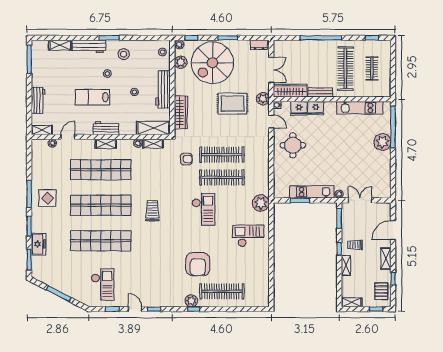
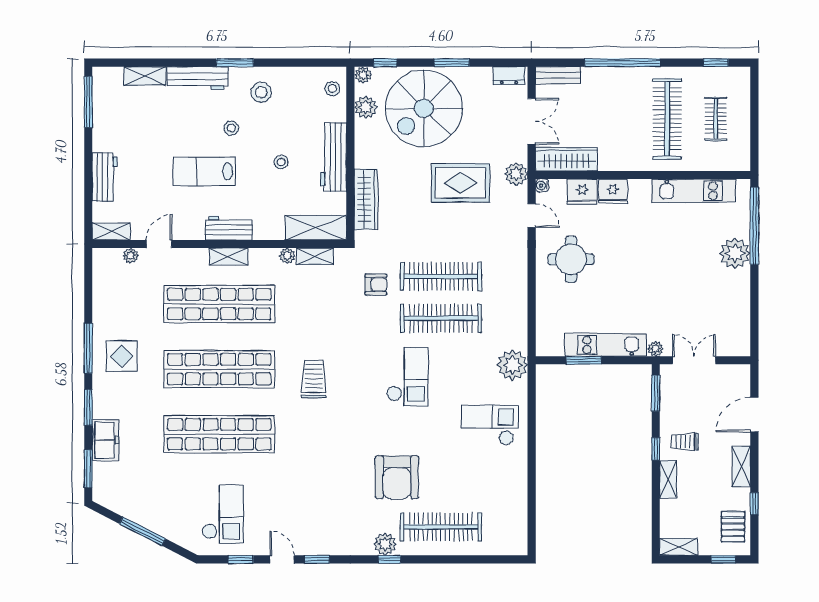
bench: (320, 92) -> (558, 75), moved

